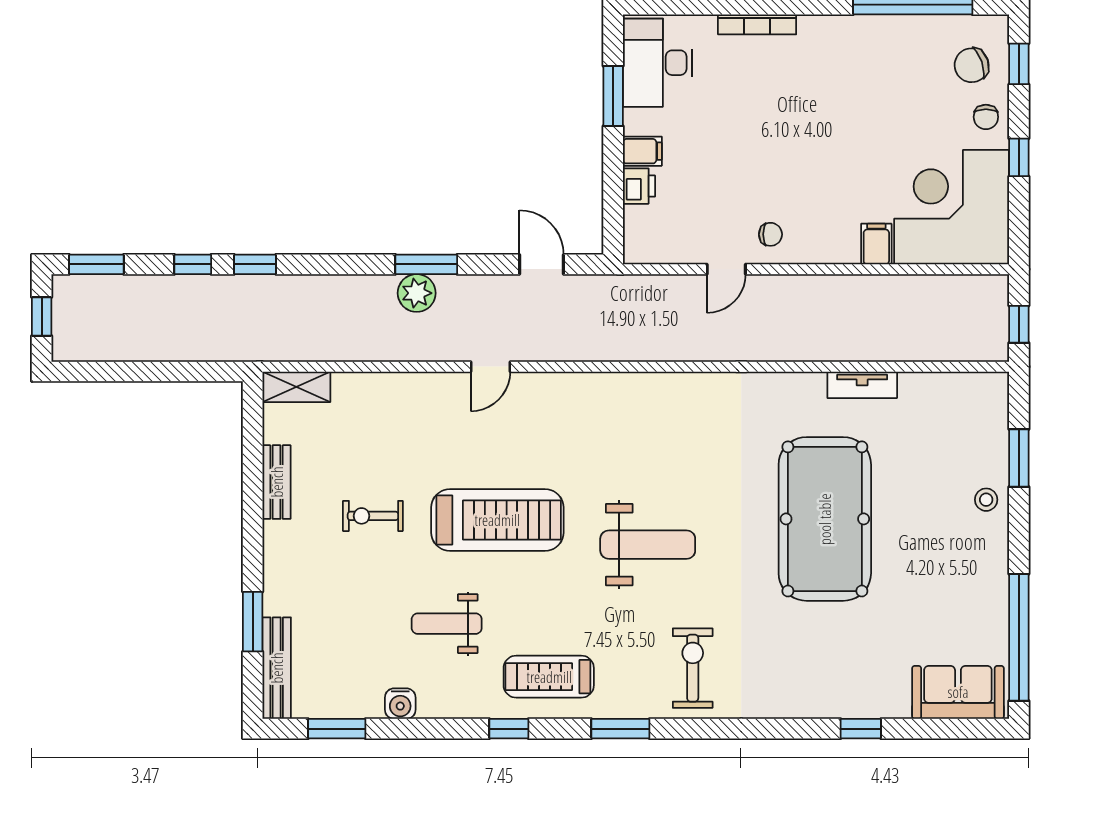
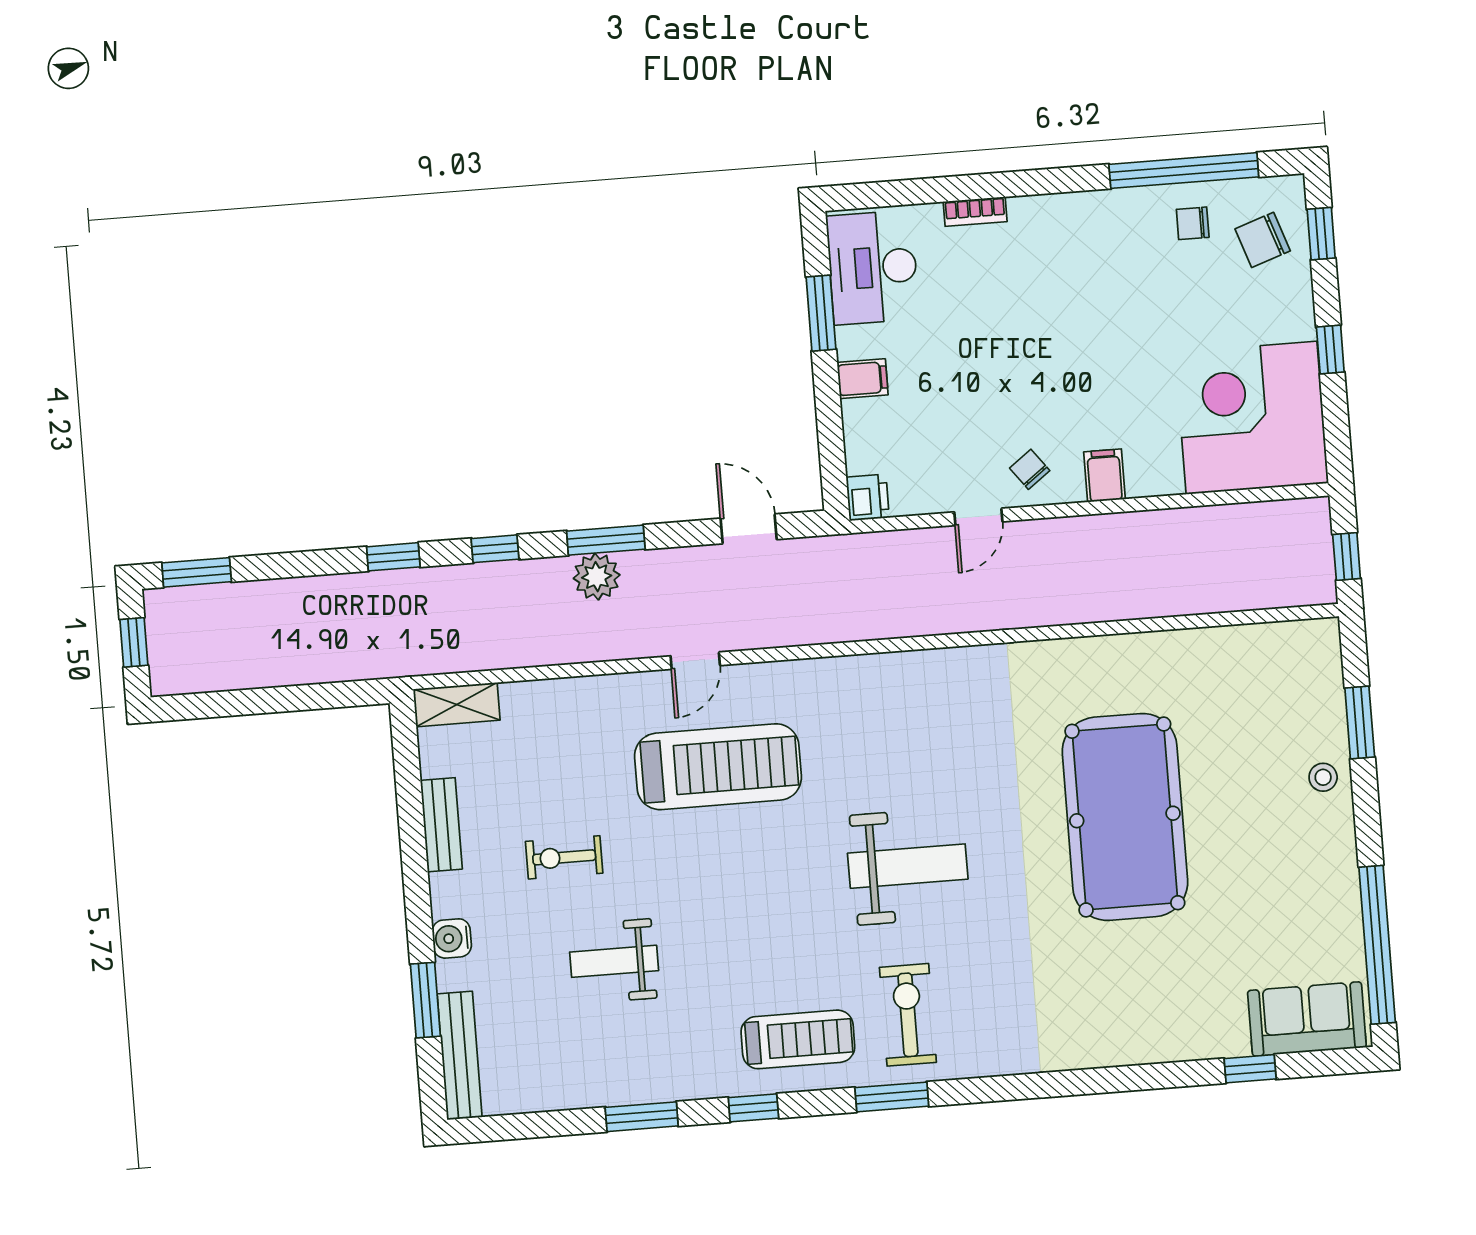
bookcase: (757, 24) -> (975, 212), width x0.64
chair: (986, 117) -> (1193, 223), moved, turned 90
printer: (639, 186) -> (868, 497), moved
chair: (770, 234) -> (1030, 469), turned -127
filing cabinet: (876, 244) -> (1105, 476), moved
window: (193, 264) -> (495, 549), moved
tv unit: (862, 385) -> (1158, 647), removed
treadmill: (497, 520) -> (718, 767), moved
weight bench: (447, 624) -> (614, 961), moved
exercise bike: (693, 668) -> (908, 1015), moved
treadmill: (549, 677) -> (798, 1039), turned 180
water cooler: (400, 704) -> (452, 938), moved, turned 90
window: (337, 729) -> (642, 1117), moved
window: (861, 729) -> (1250, 1069), moved

